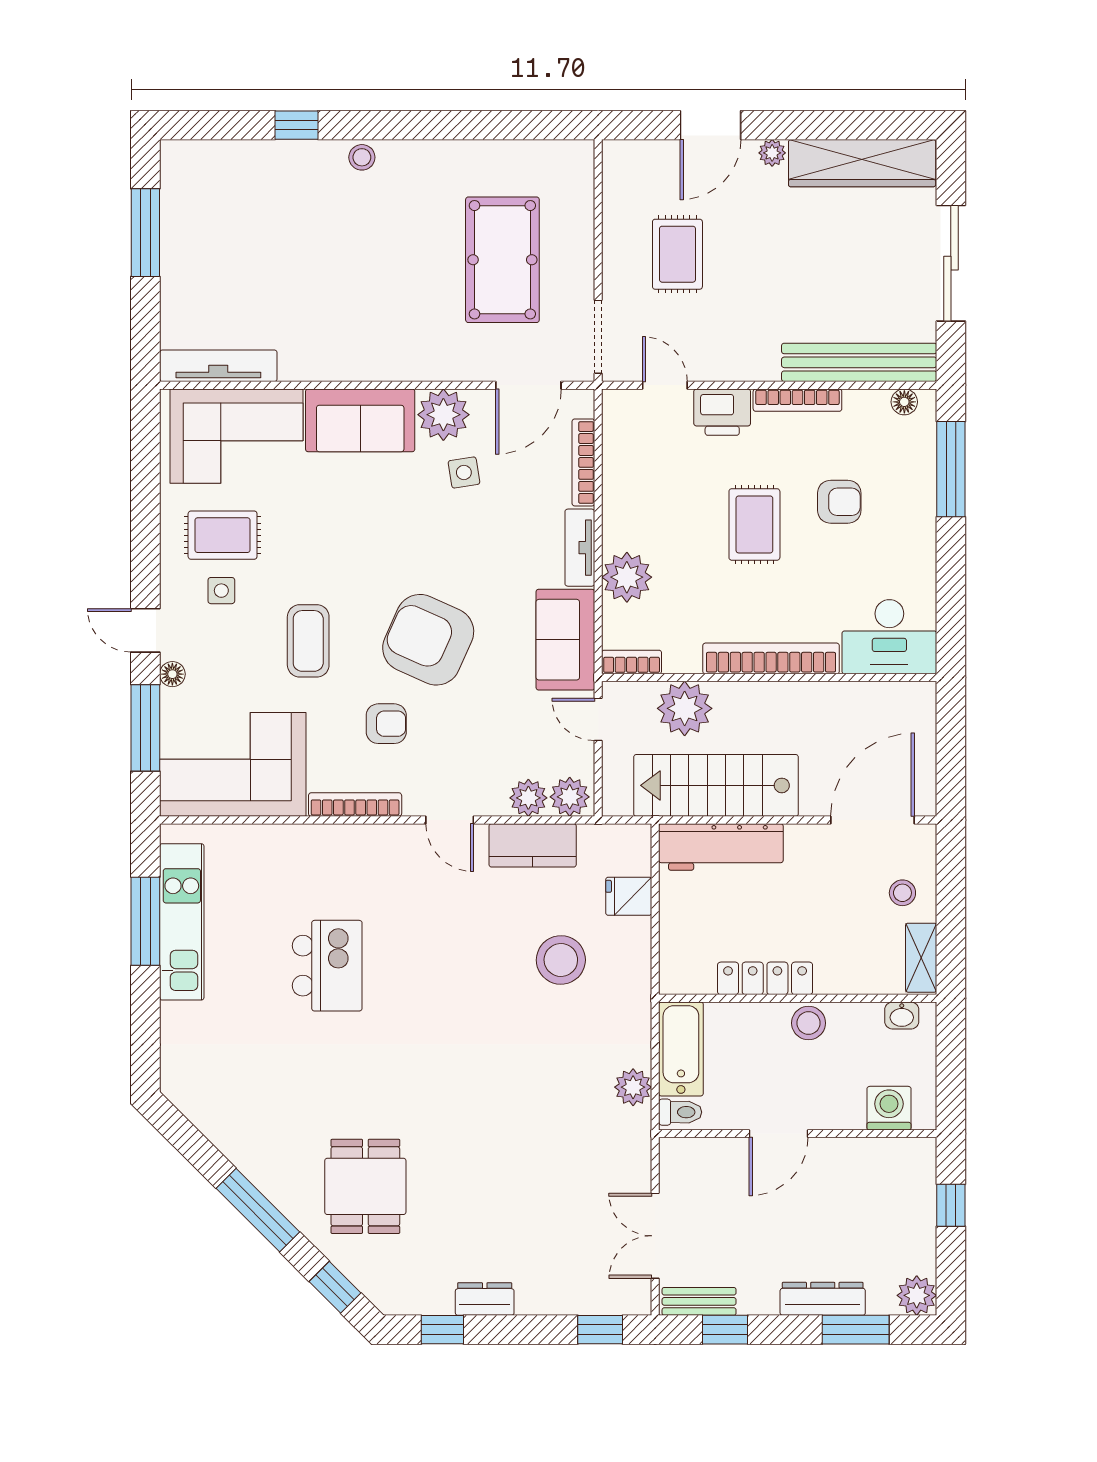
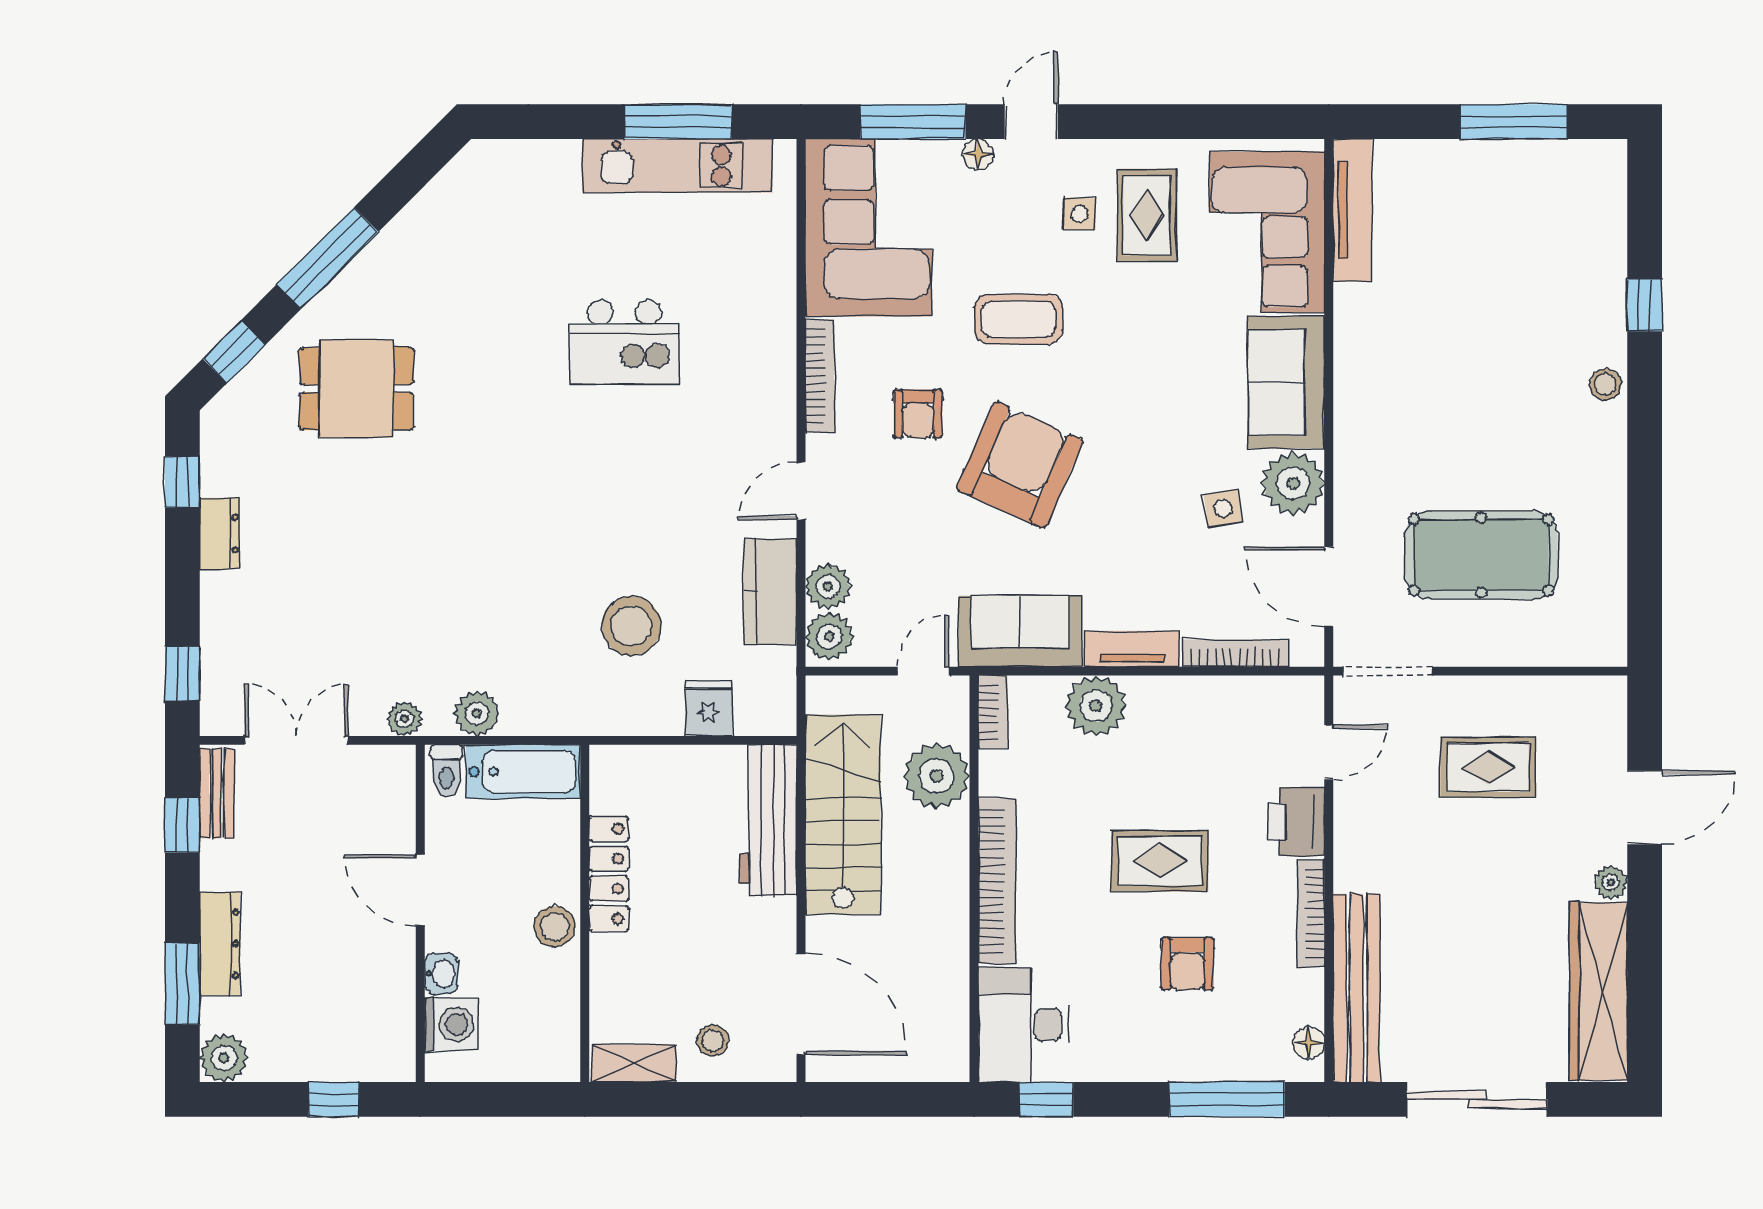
door: (710, 125) -> (1645, 808), swing flipped
window: (951, 618) -> (1046, 1099), added
washbasin: (902, 1015) -> (441, 974), moved, turned 180
plant: (637, 1147) -> (404, 719), added

